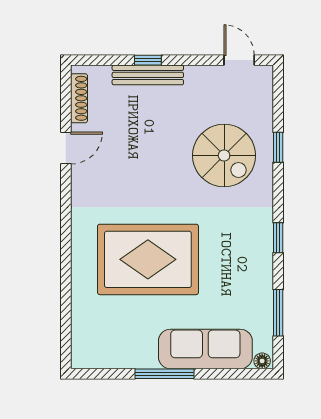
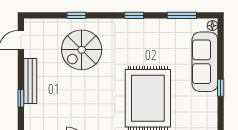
bench: (148, 75) -> (30, 81), moved
spiral stairs: (224, 155) -> (82, 50), turned 180
window: (165, 374) -> (221, 88), width x0.46

